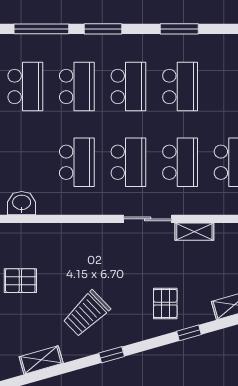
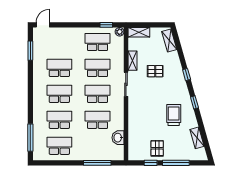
window: (103, 29) -> (30, 107), removed
window: (179, 29) -> (30, 51), moved
washbasin: (22, 203) -> (118, 138), moved
pallet: (165, 304) -> (155, 71), moved
trolley: (86, 314) -> (174, 115), turned -136
window: (189, 333) -> (187, 75), moved

